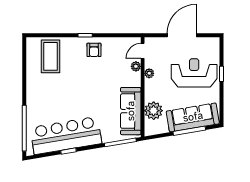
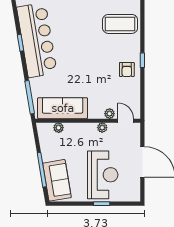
armchair: (94, 50) -> (127, 70), turned -90
plant: (154, 111) -> (59, 128), width x0.53, depth x0.53
sofa: (193, 117) -> (57, 180), width x0.73

